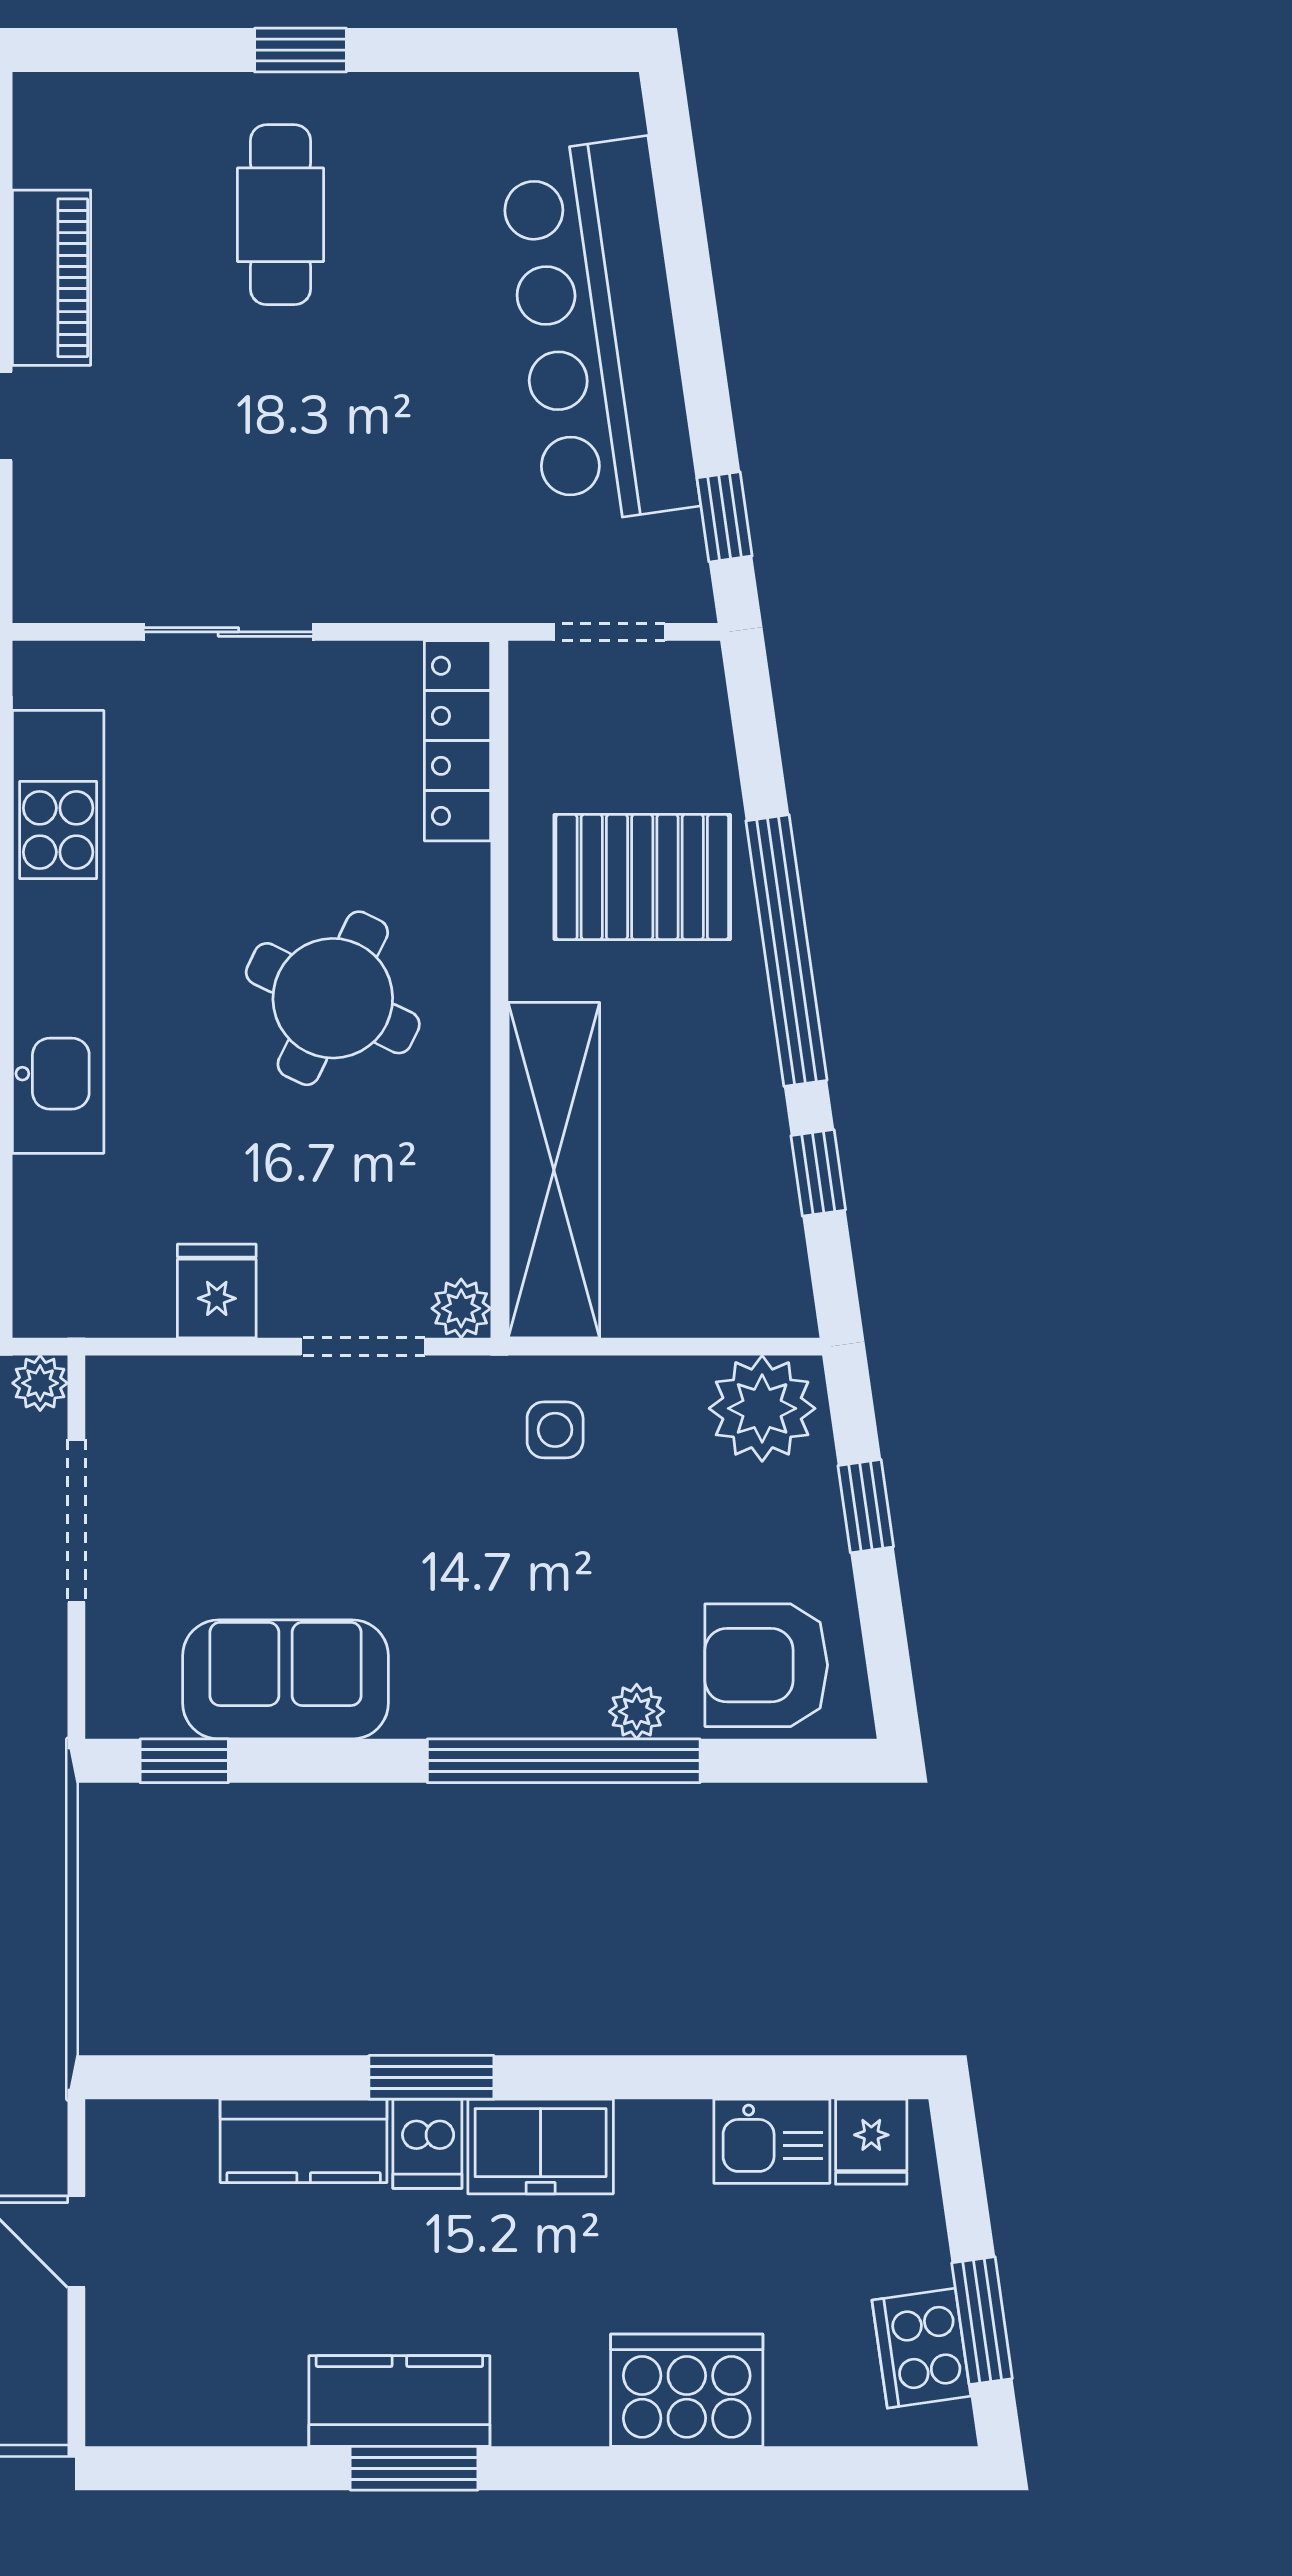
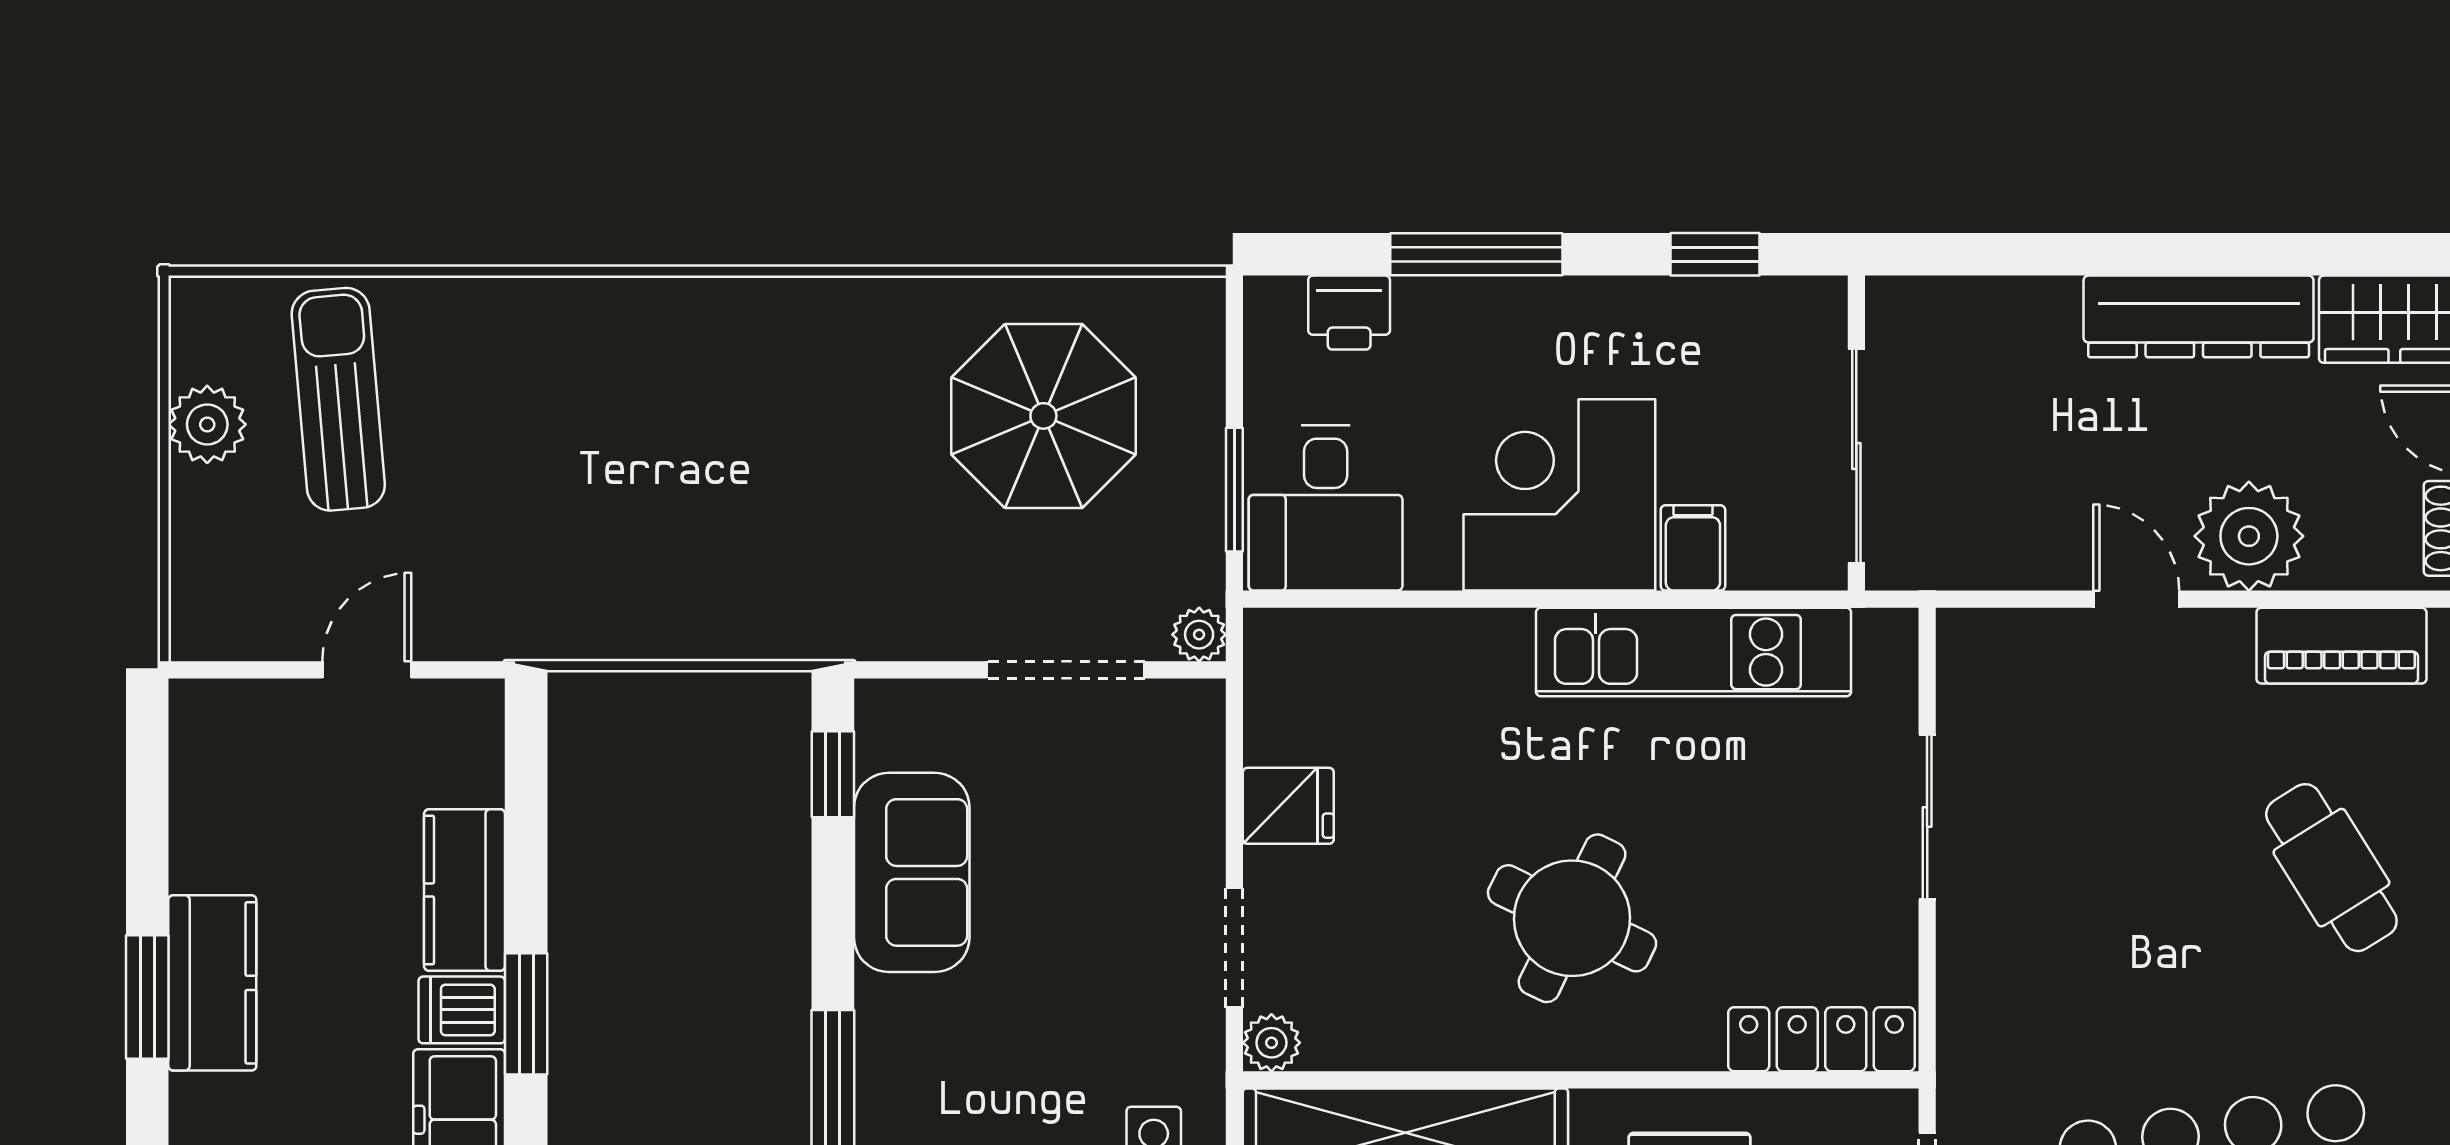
cafe table: (280, 215) -> (2331, 868), turned 58
piano: (51, 278) -> (2341, 646), moved
kitchen unit: (58, 932) -> (1694, 652), width x0.73

